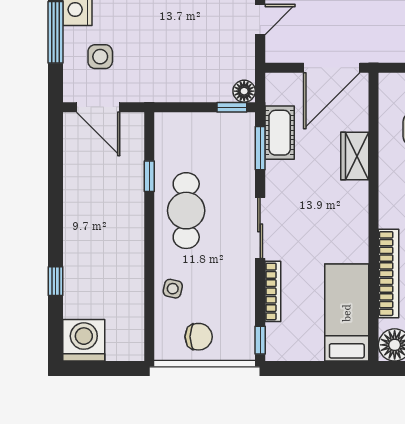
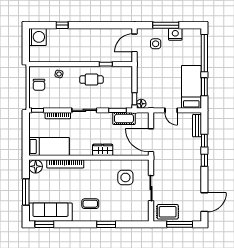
wardrobe: (355, 156) -> (103, 150), moved
cafe table: (186, 211) -> (91, 80), width x0.73, depth x0.74

